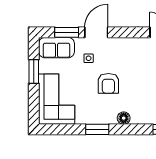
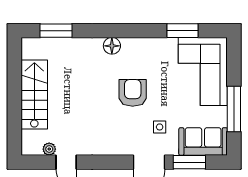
window: (34, 71) -> (234, 109), width x1.44
window: (97, 129) -> (182, 31), moved

